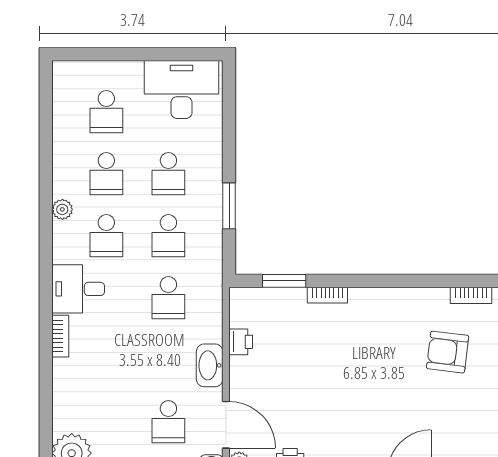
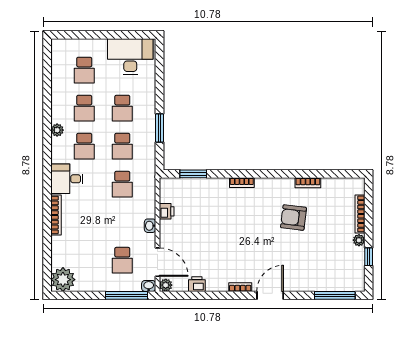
bookcase: (327, 295) -> (242, 183), moved
bookcase: (60, 336) -> (56, 215), width x1.56
washbasin: (210, 365) -> (150, 226), width x0.52, depth x0.69

